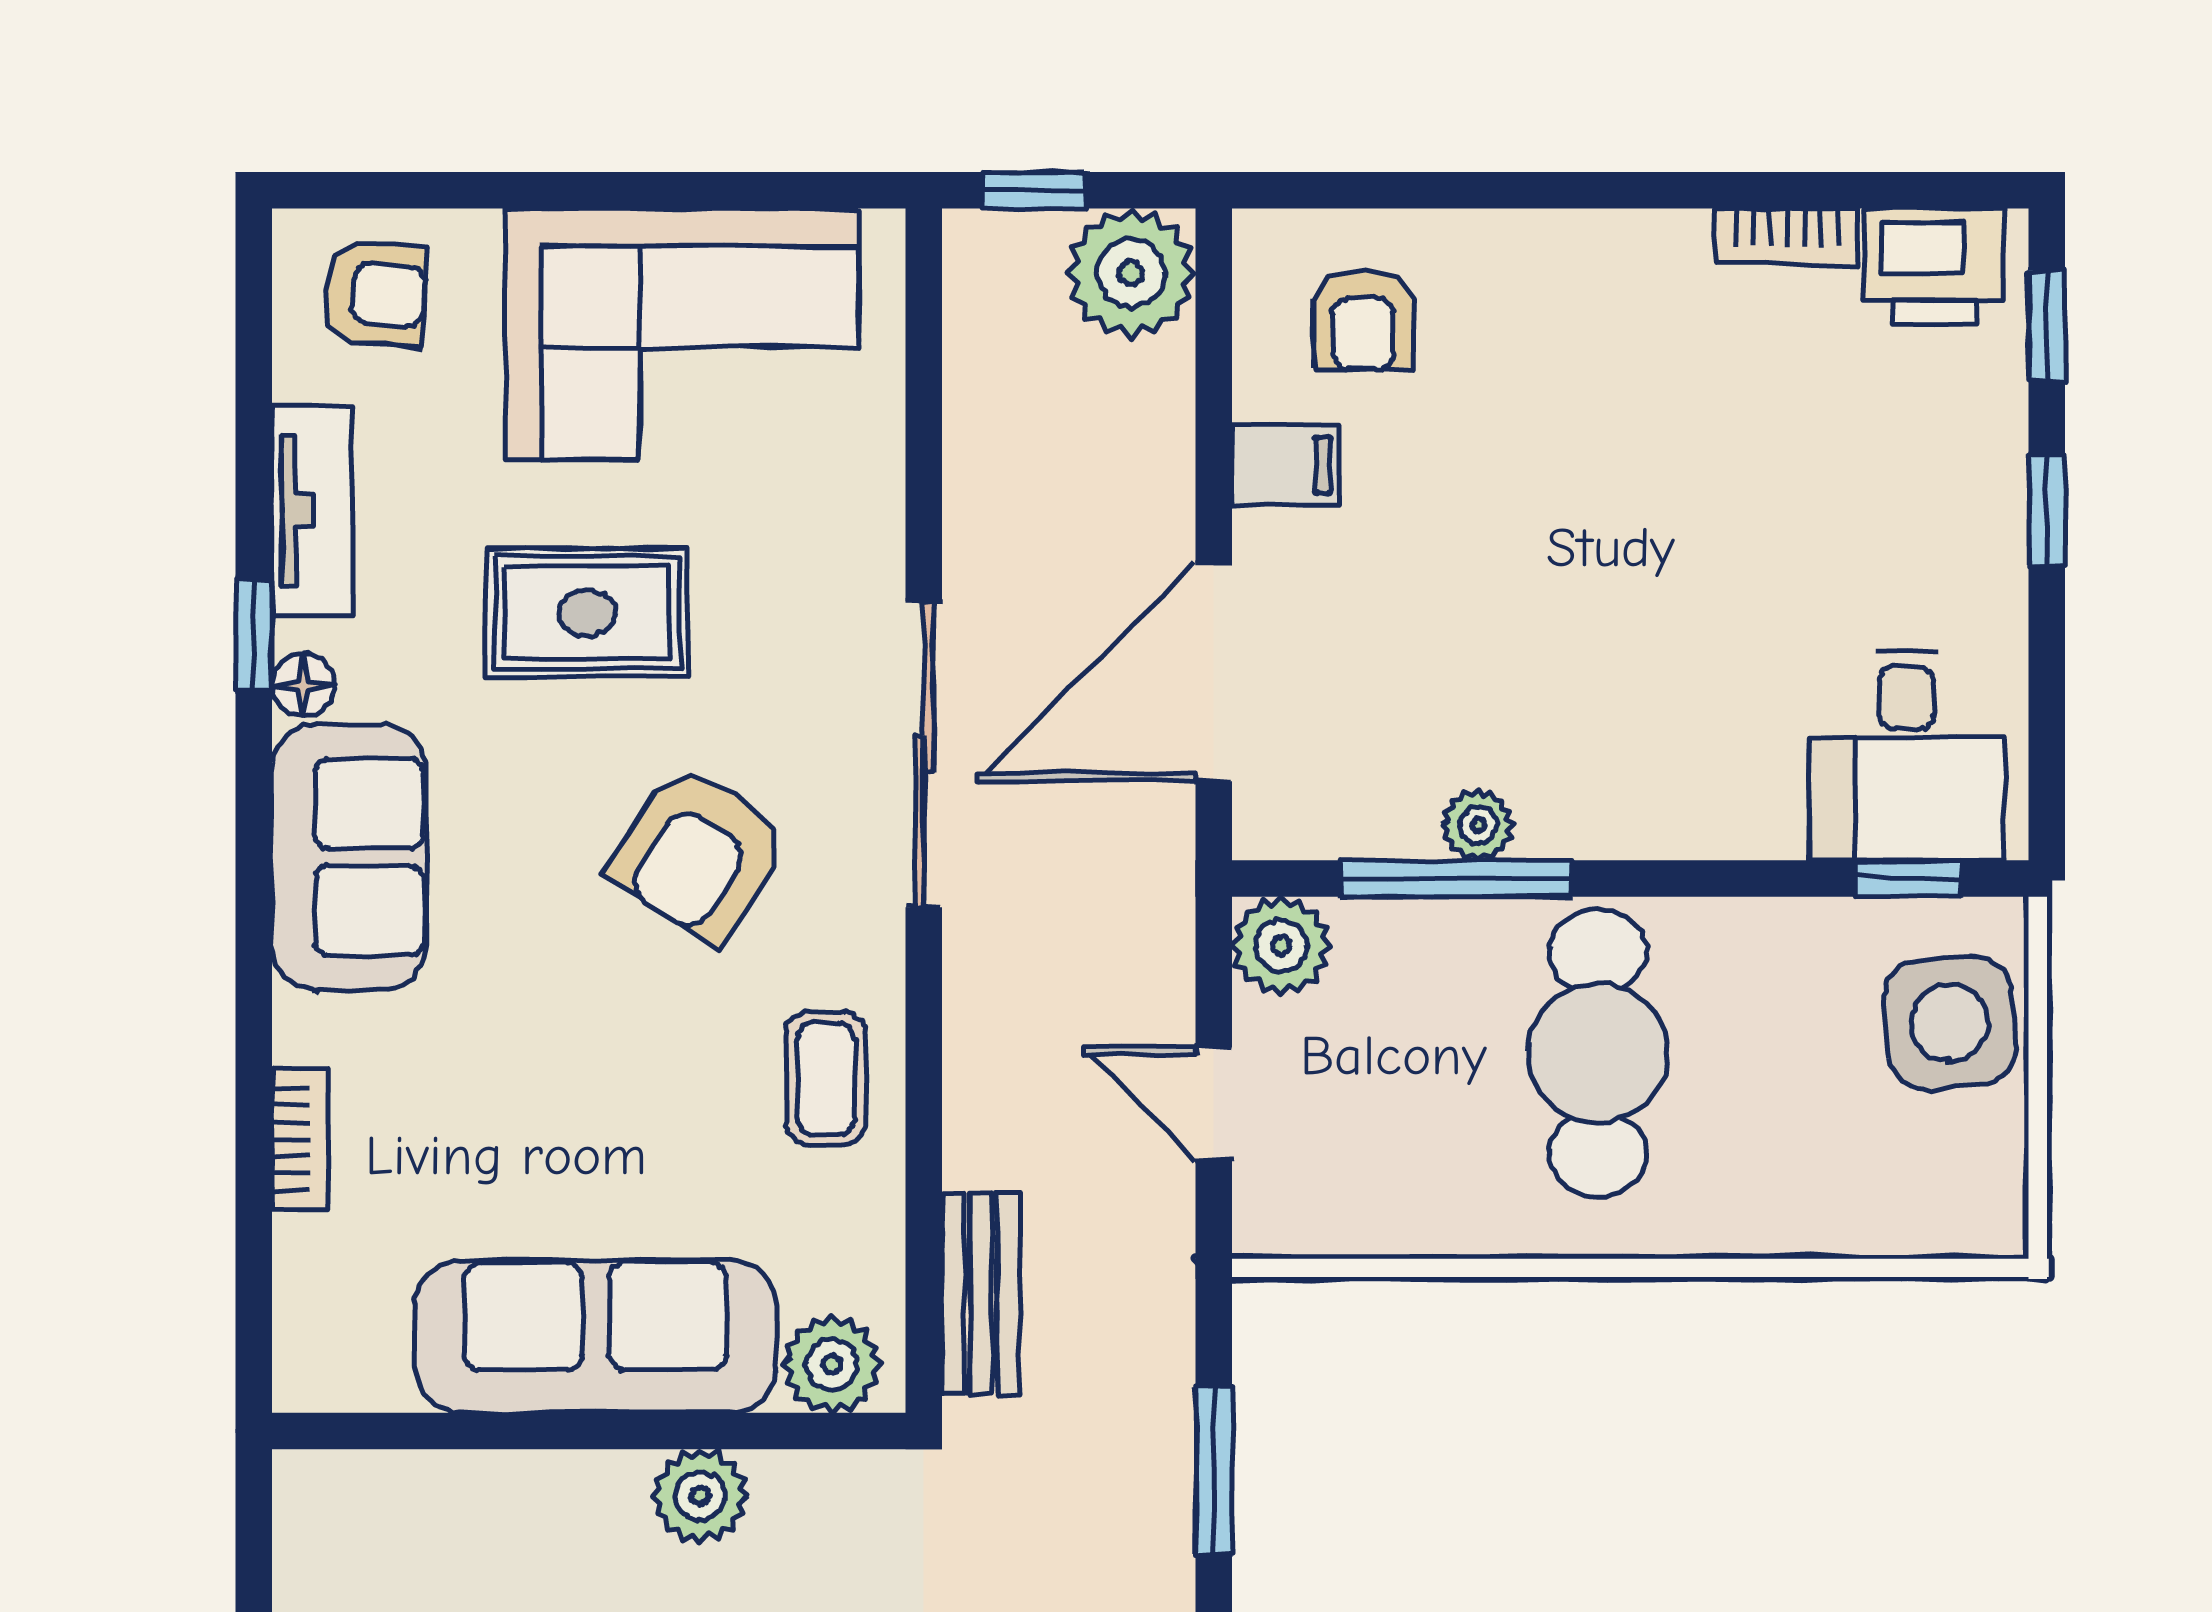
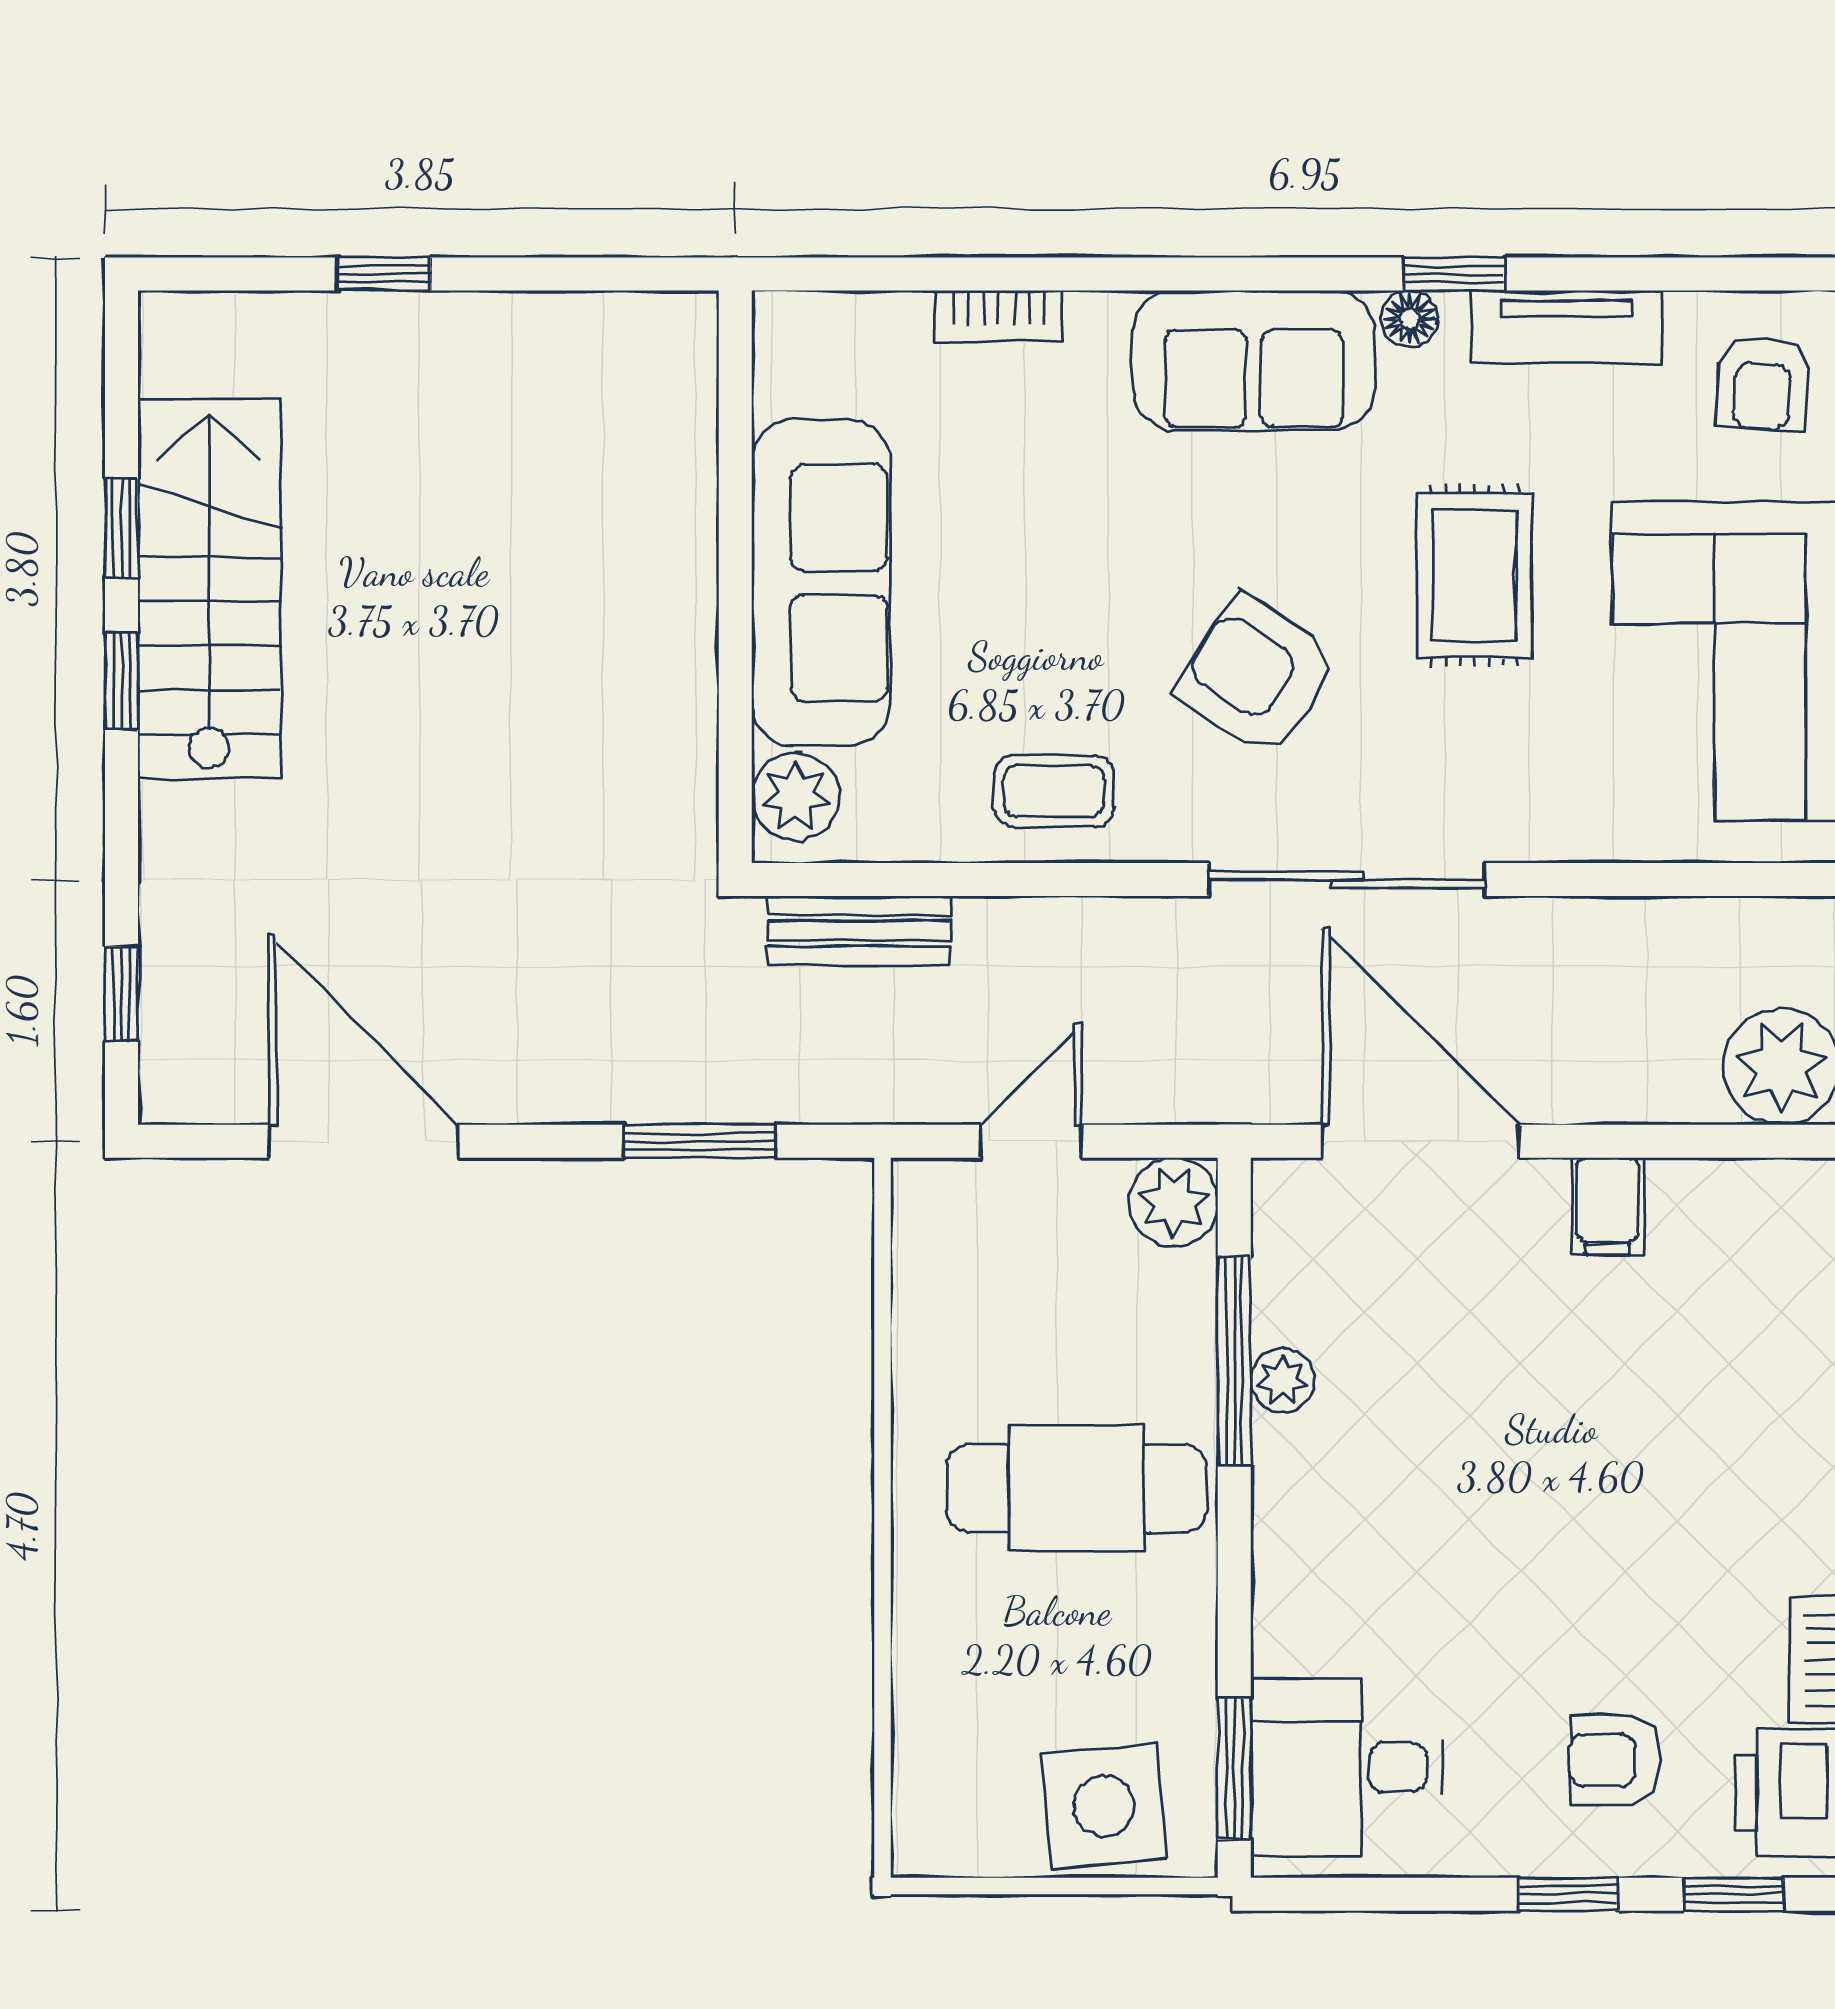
armchair: (1363, 319) -> (1615, 1760), moved
window: (1908, 879) -> (1234, 1769), width x1.50
plant: (700, 1496) -> (676, 678), removed

